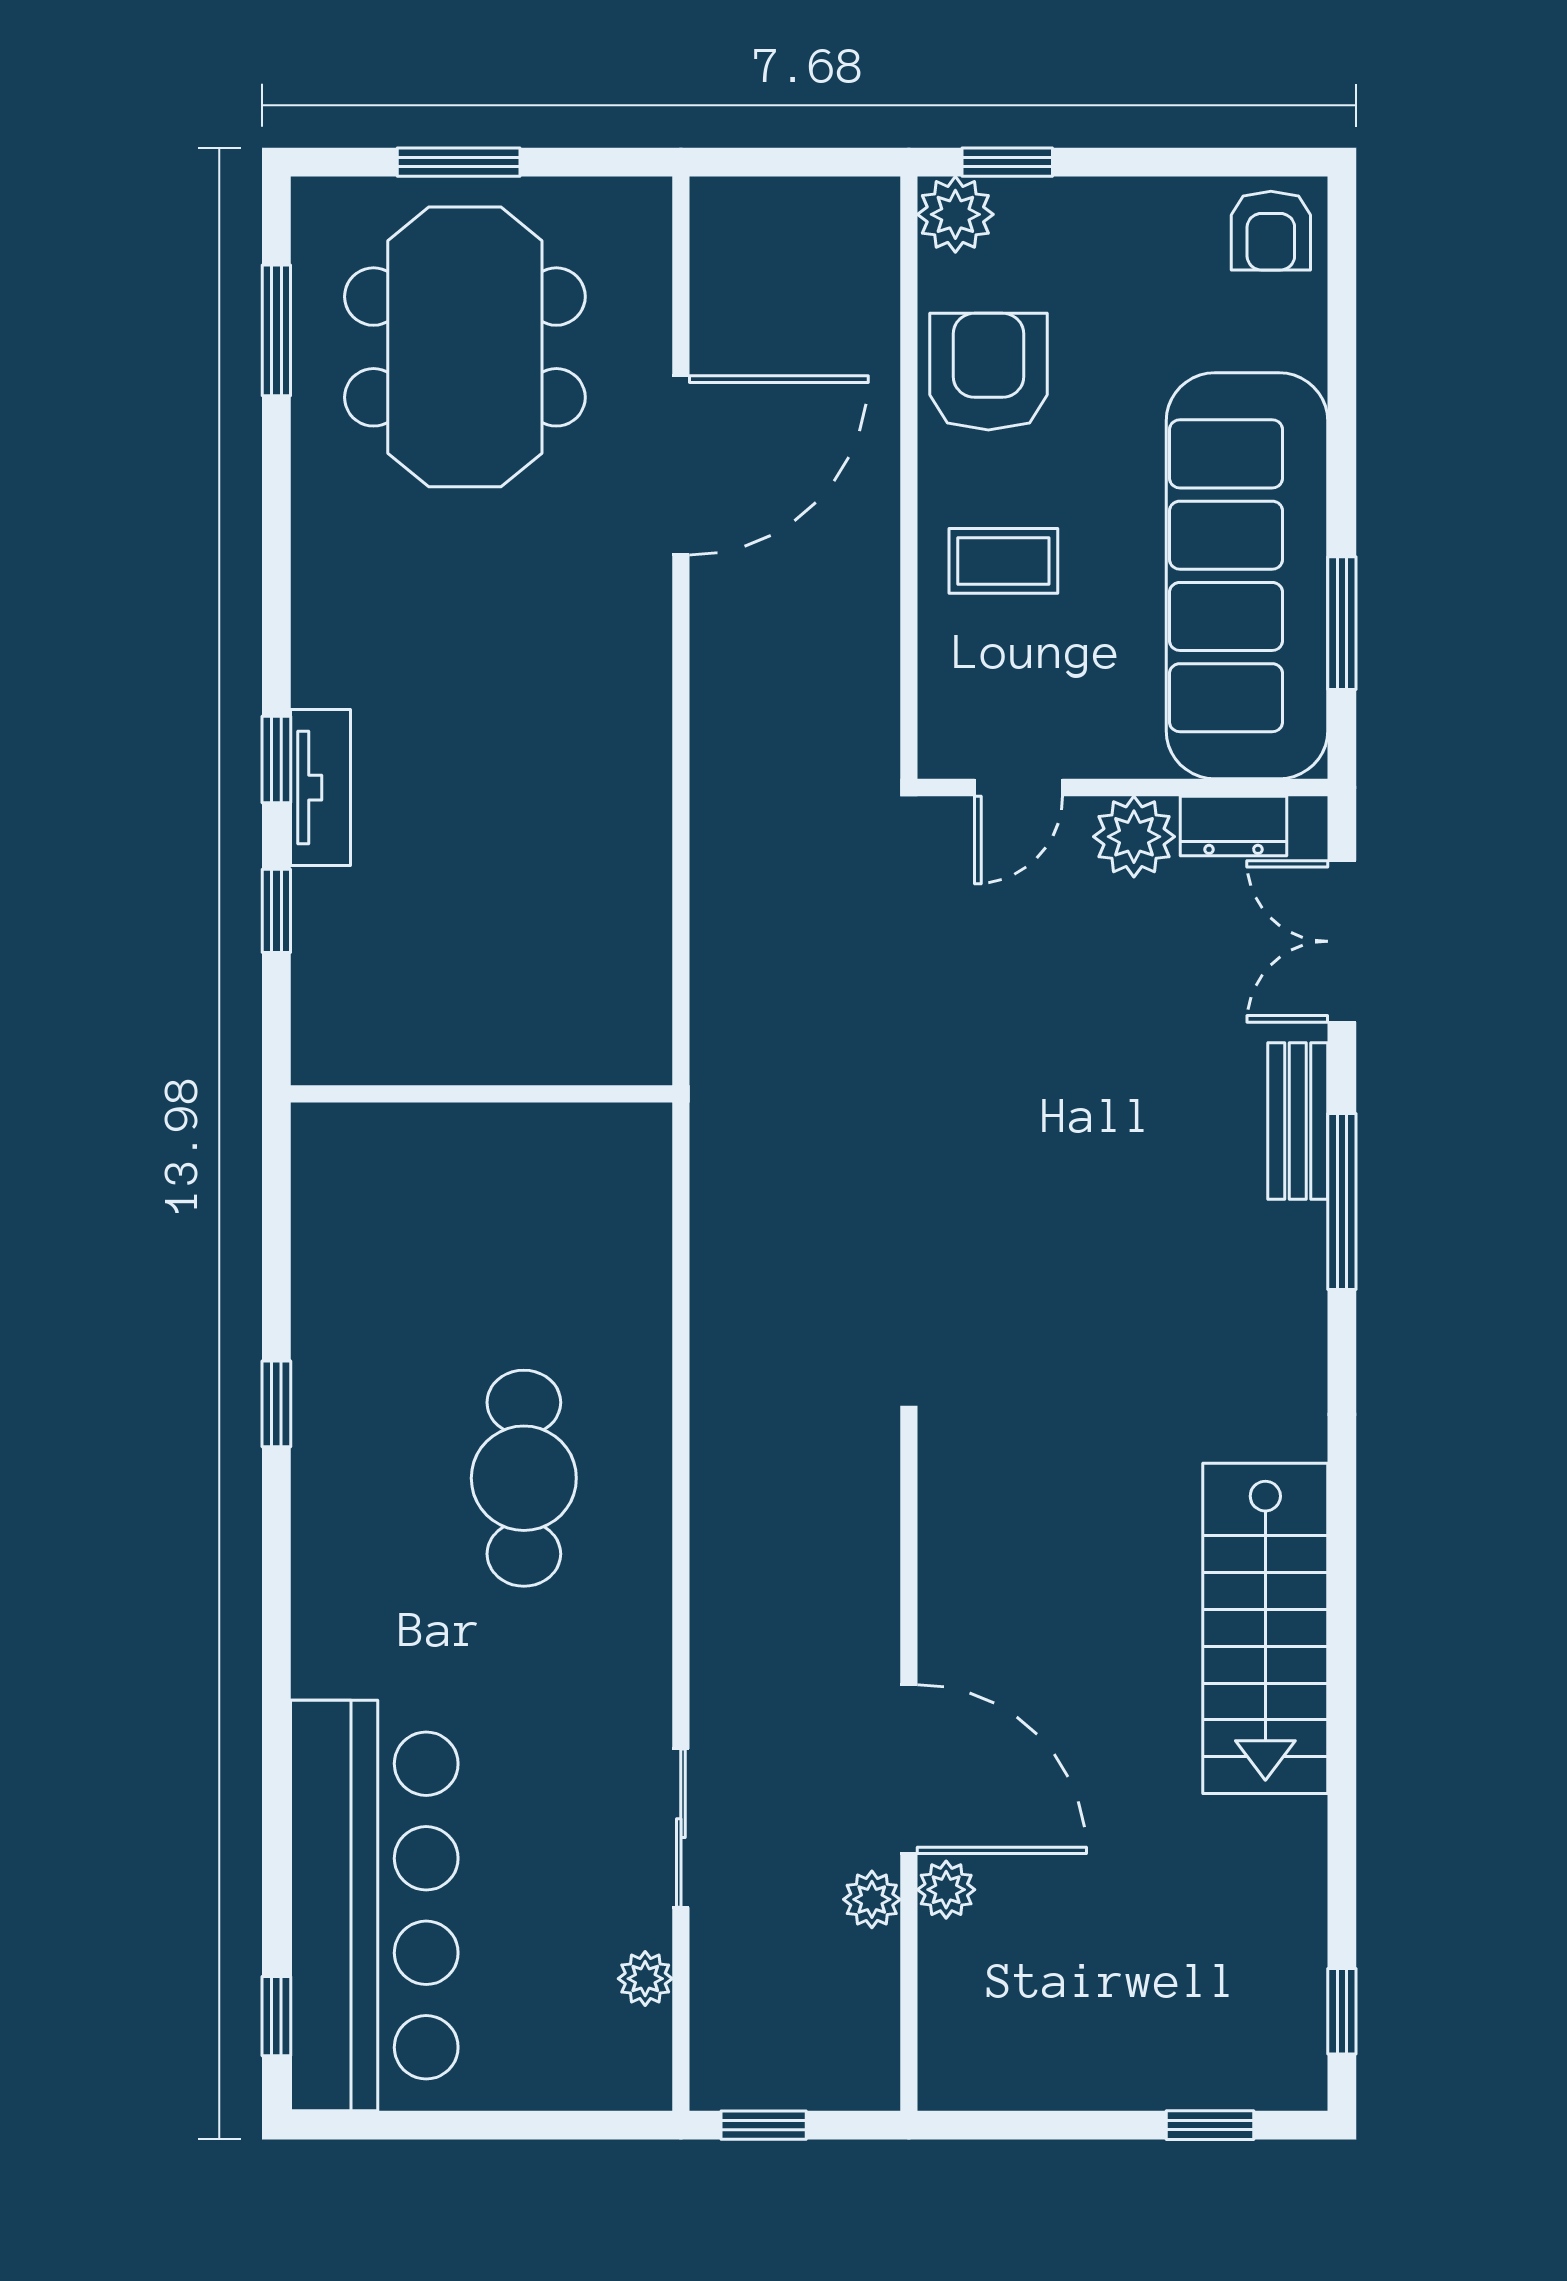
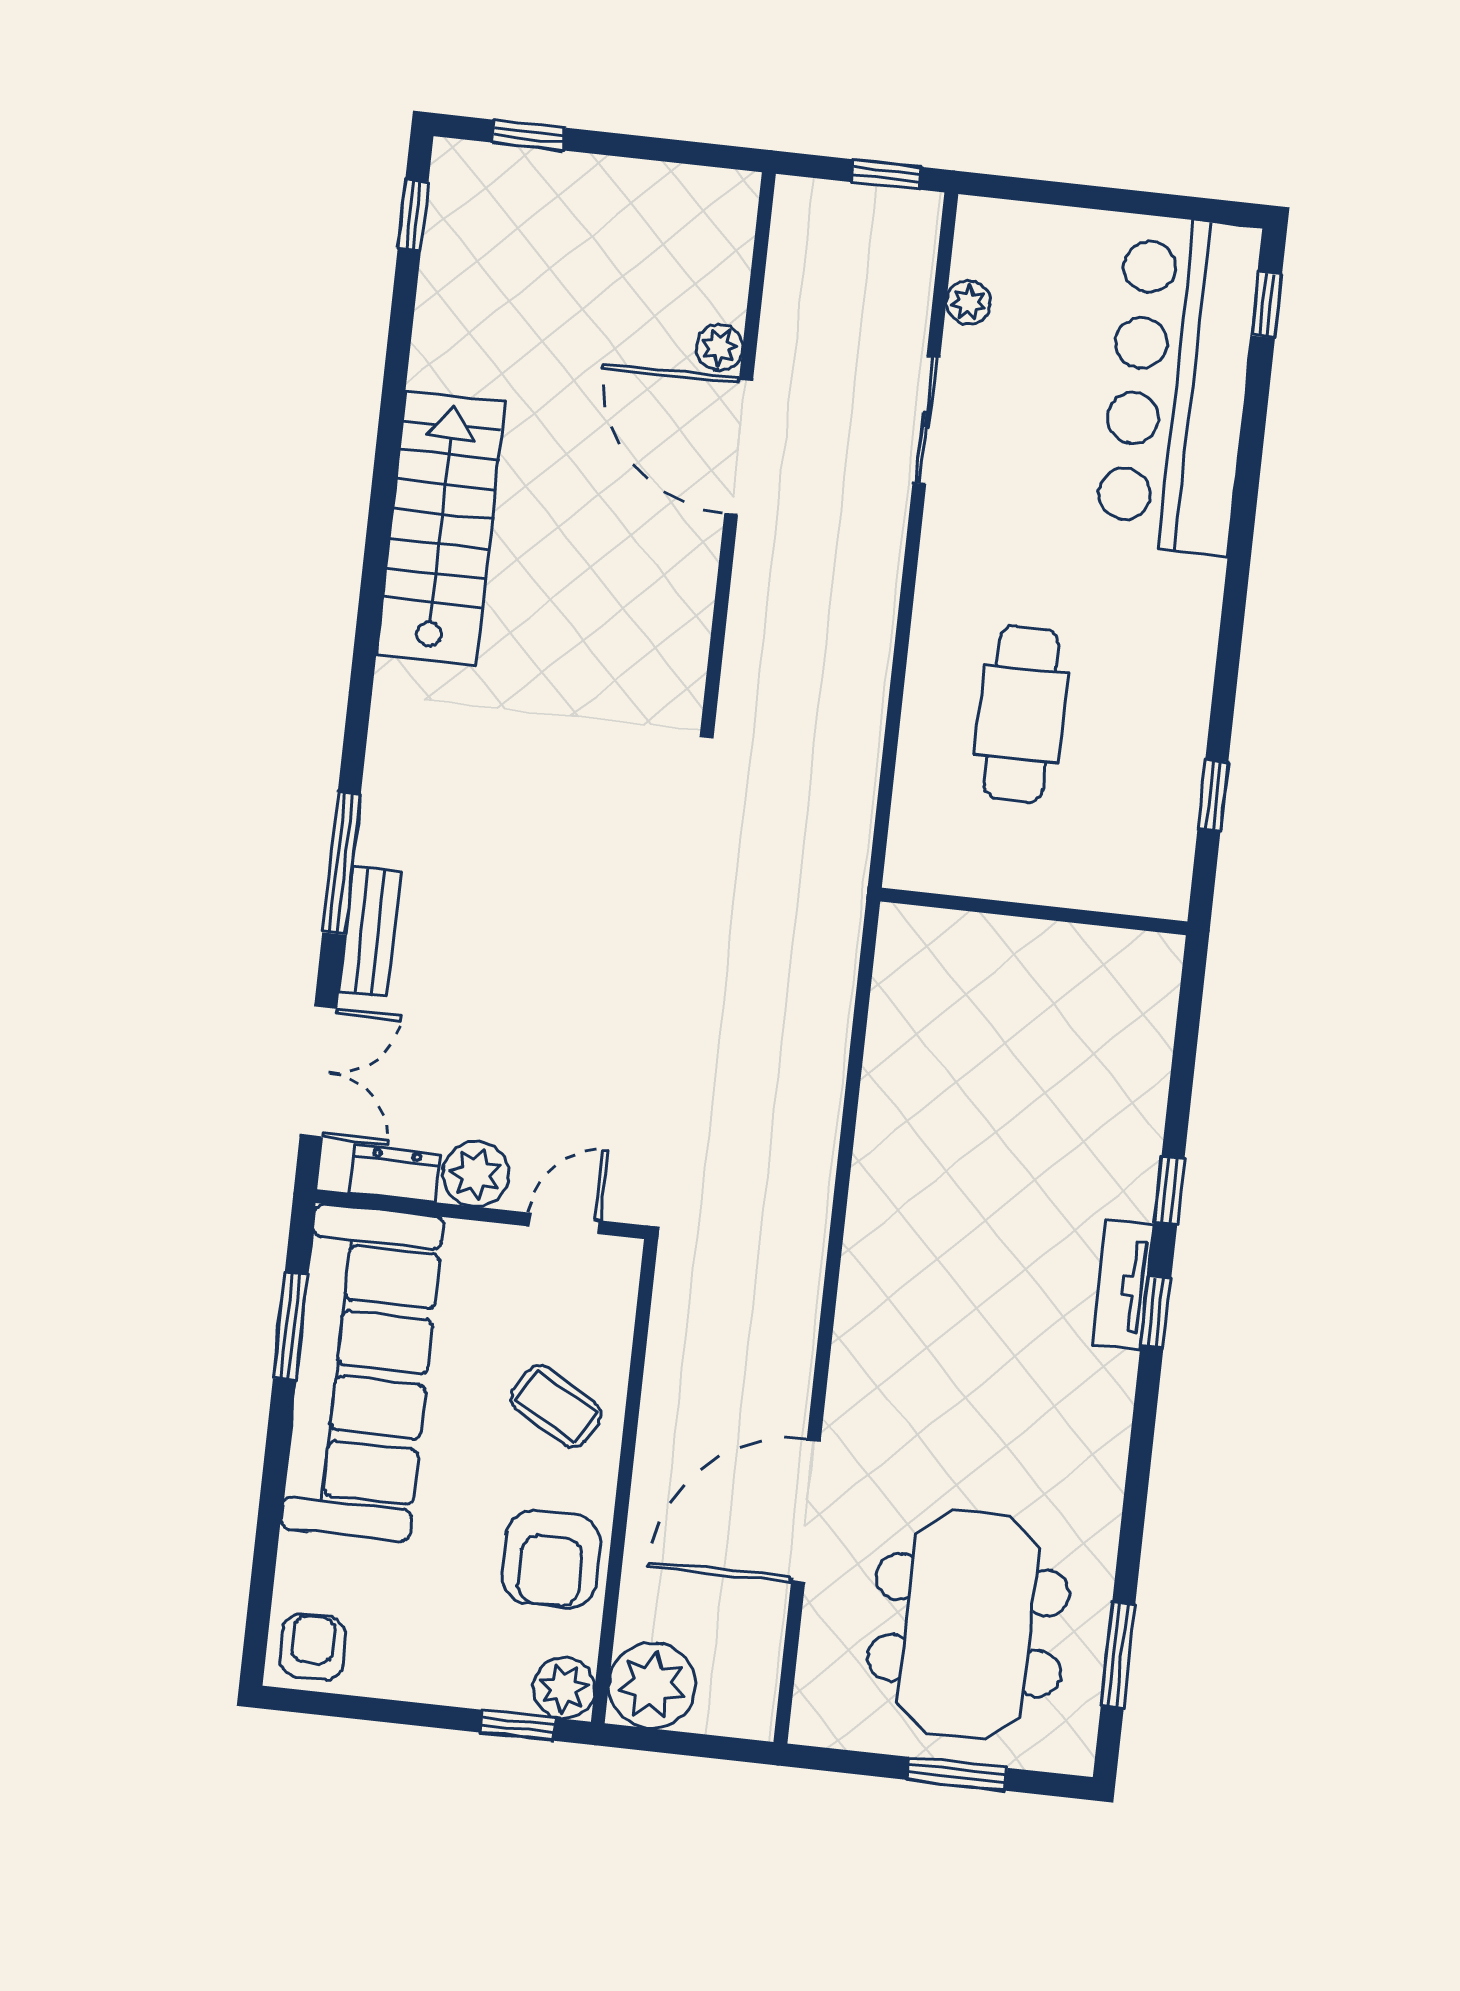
coffee table: (1003, 561) -> (556, 1406), turned 30
wall: (481, 1094) -> (1034, 911), moved
plant: (872, 1899) -> (652, 1685), moved, width x1.88, depth x1.88

